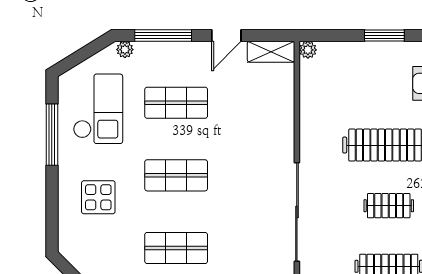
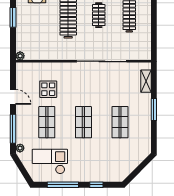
shelving: (271, 52) -> (21, 74), removed
display table: (98, 197) -> (48, 89), moved
window: (52, 201) -> (96, 185), added

